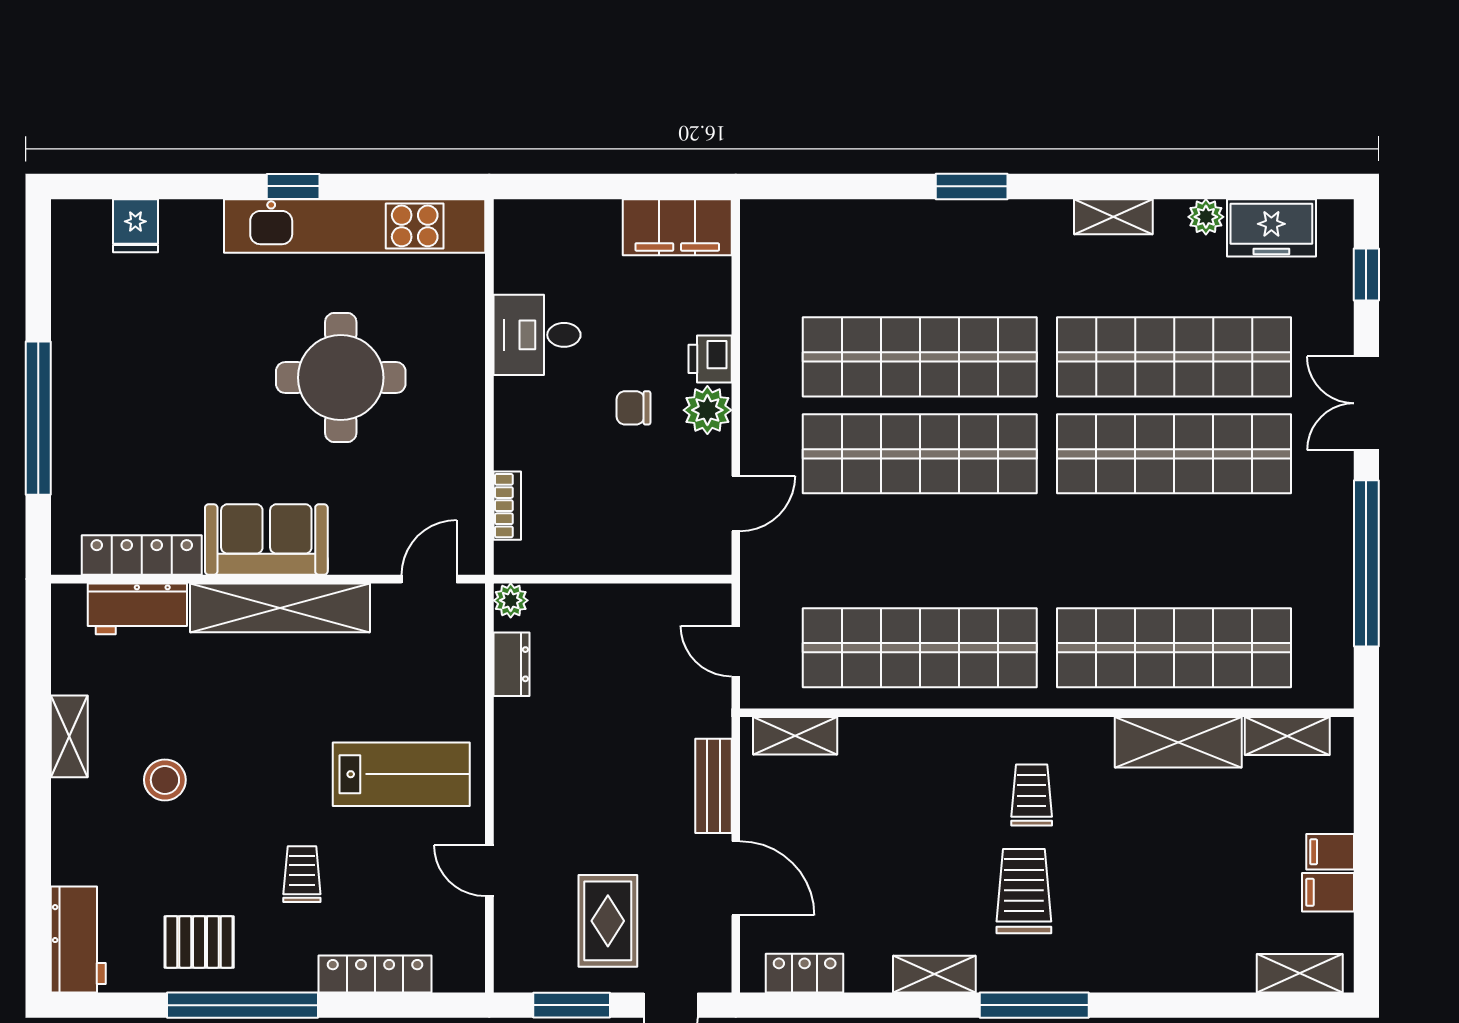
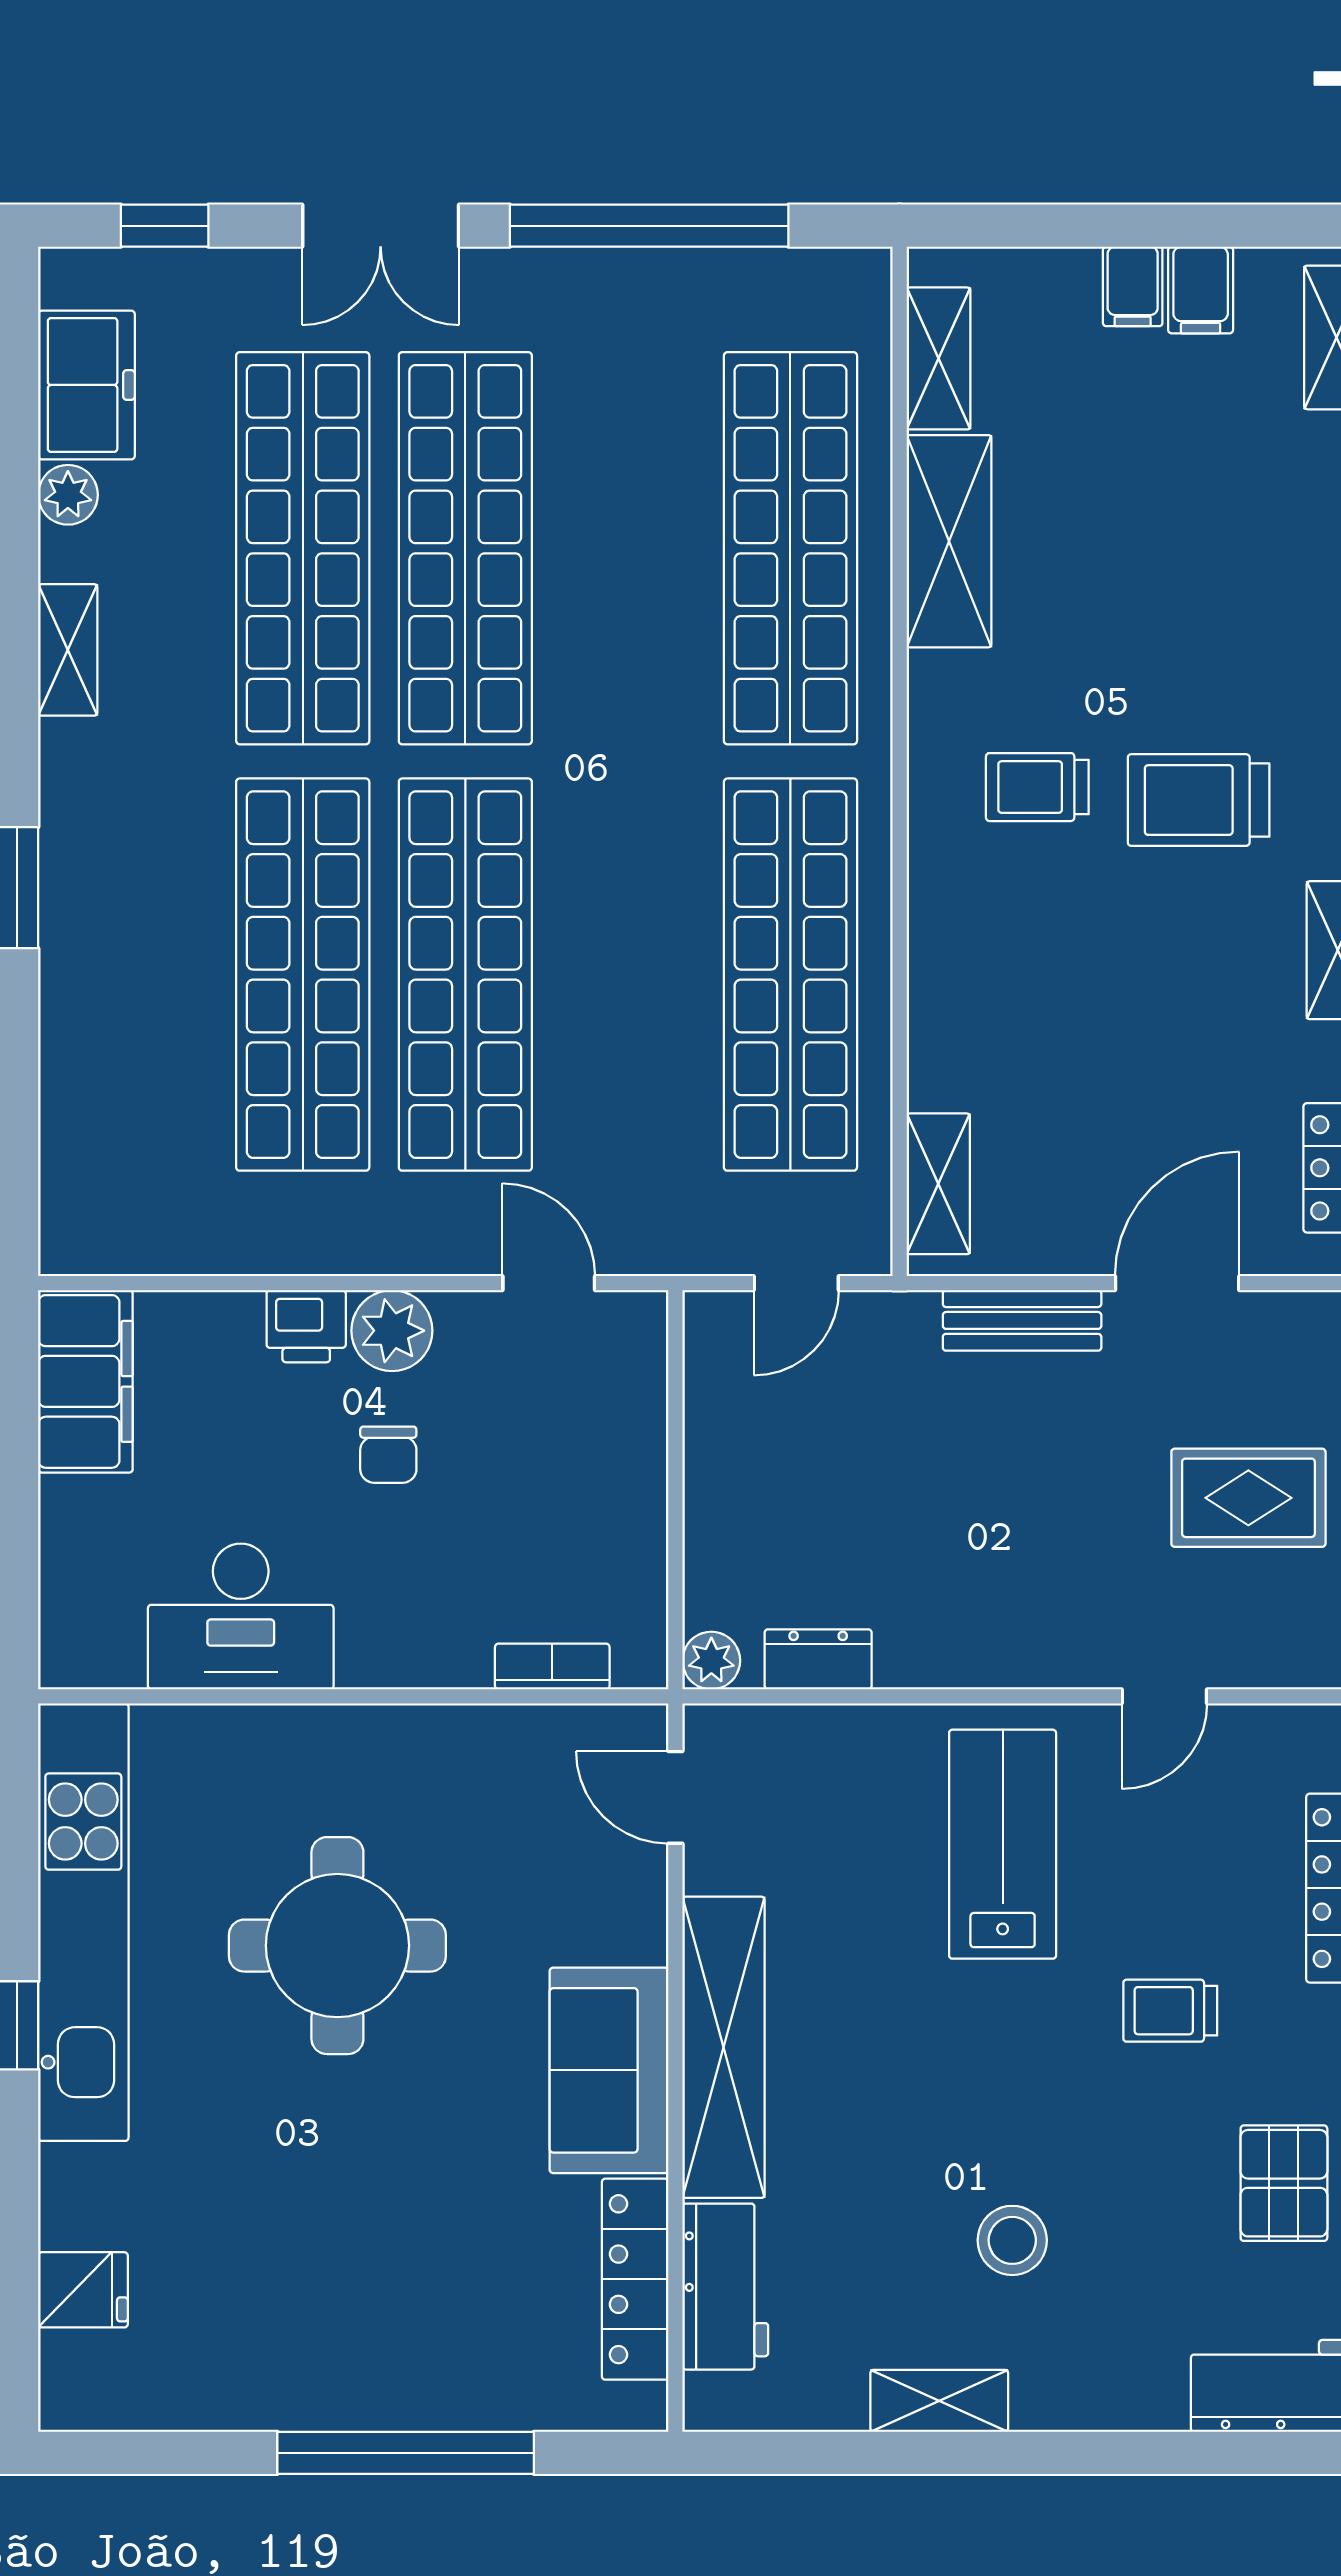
desk: (537, 335) -> (241, 1616), width x1.37

